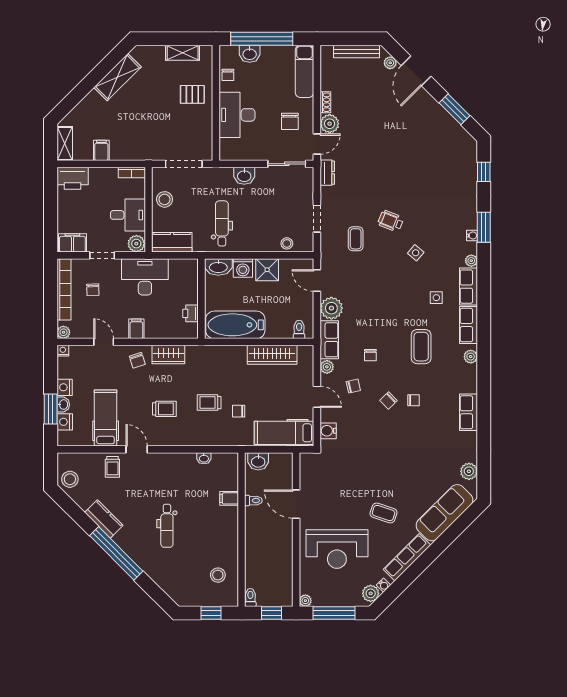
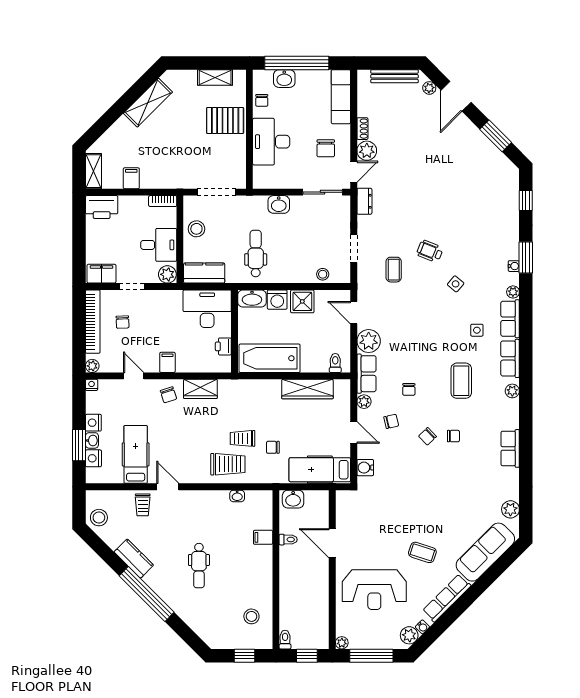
pallet: (192, 94) -> (225, 120), width x1.50, depth x1.42
desk: (145, 277) -> (207, 309), moved
trolley: (164, 409) -> (228, 464), moved, width x1.36, depth x1.39

